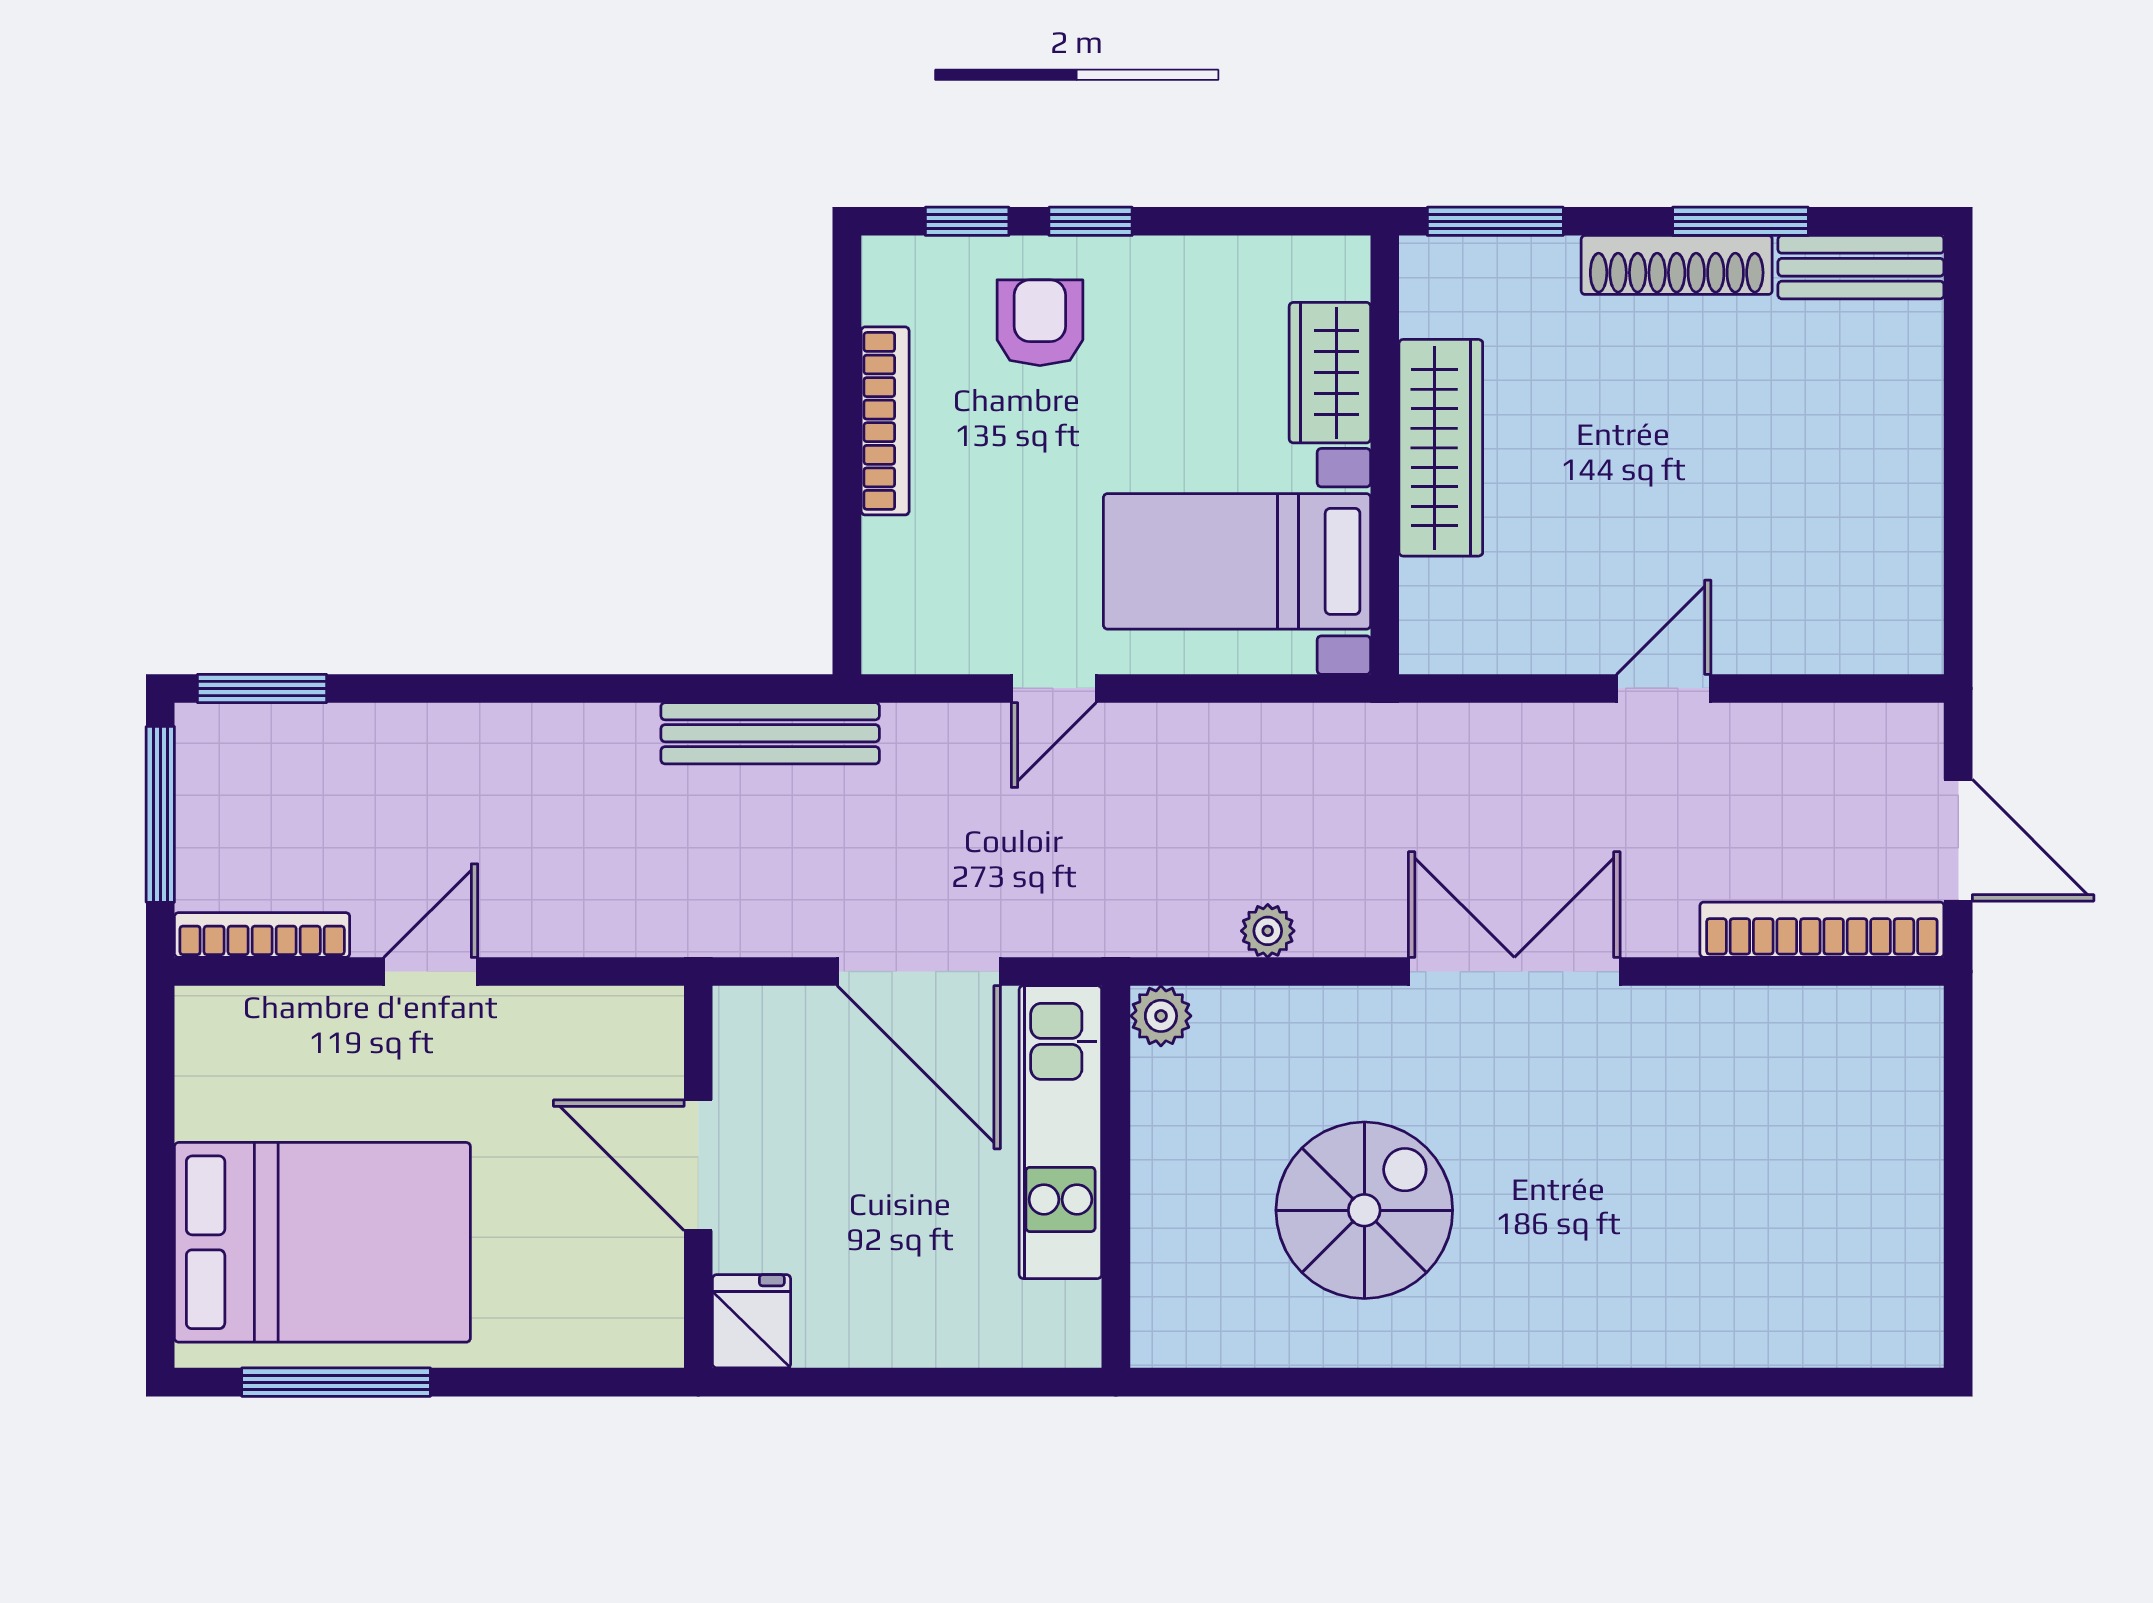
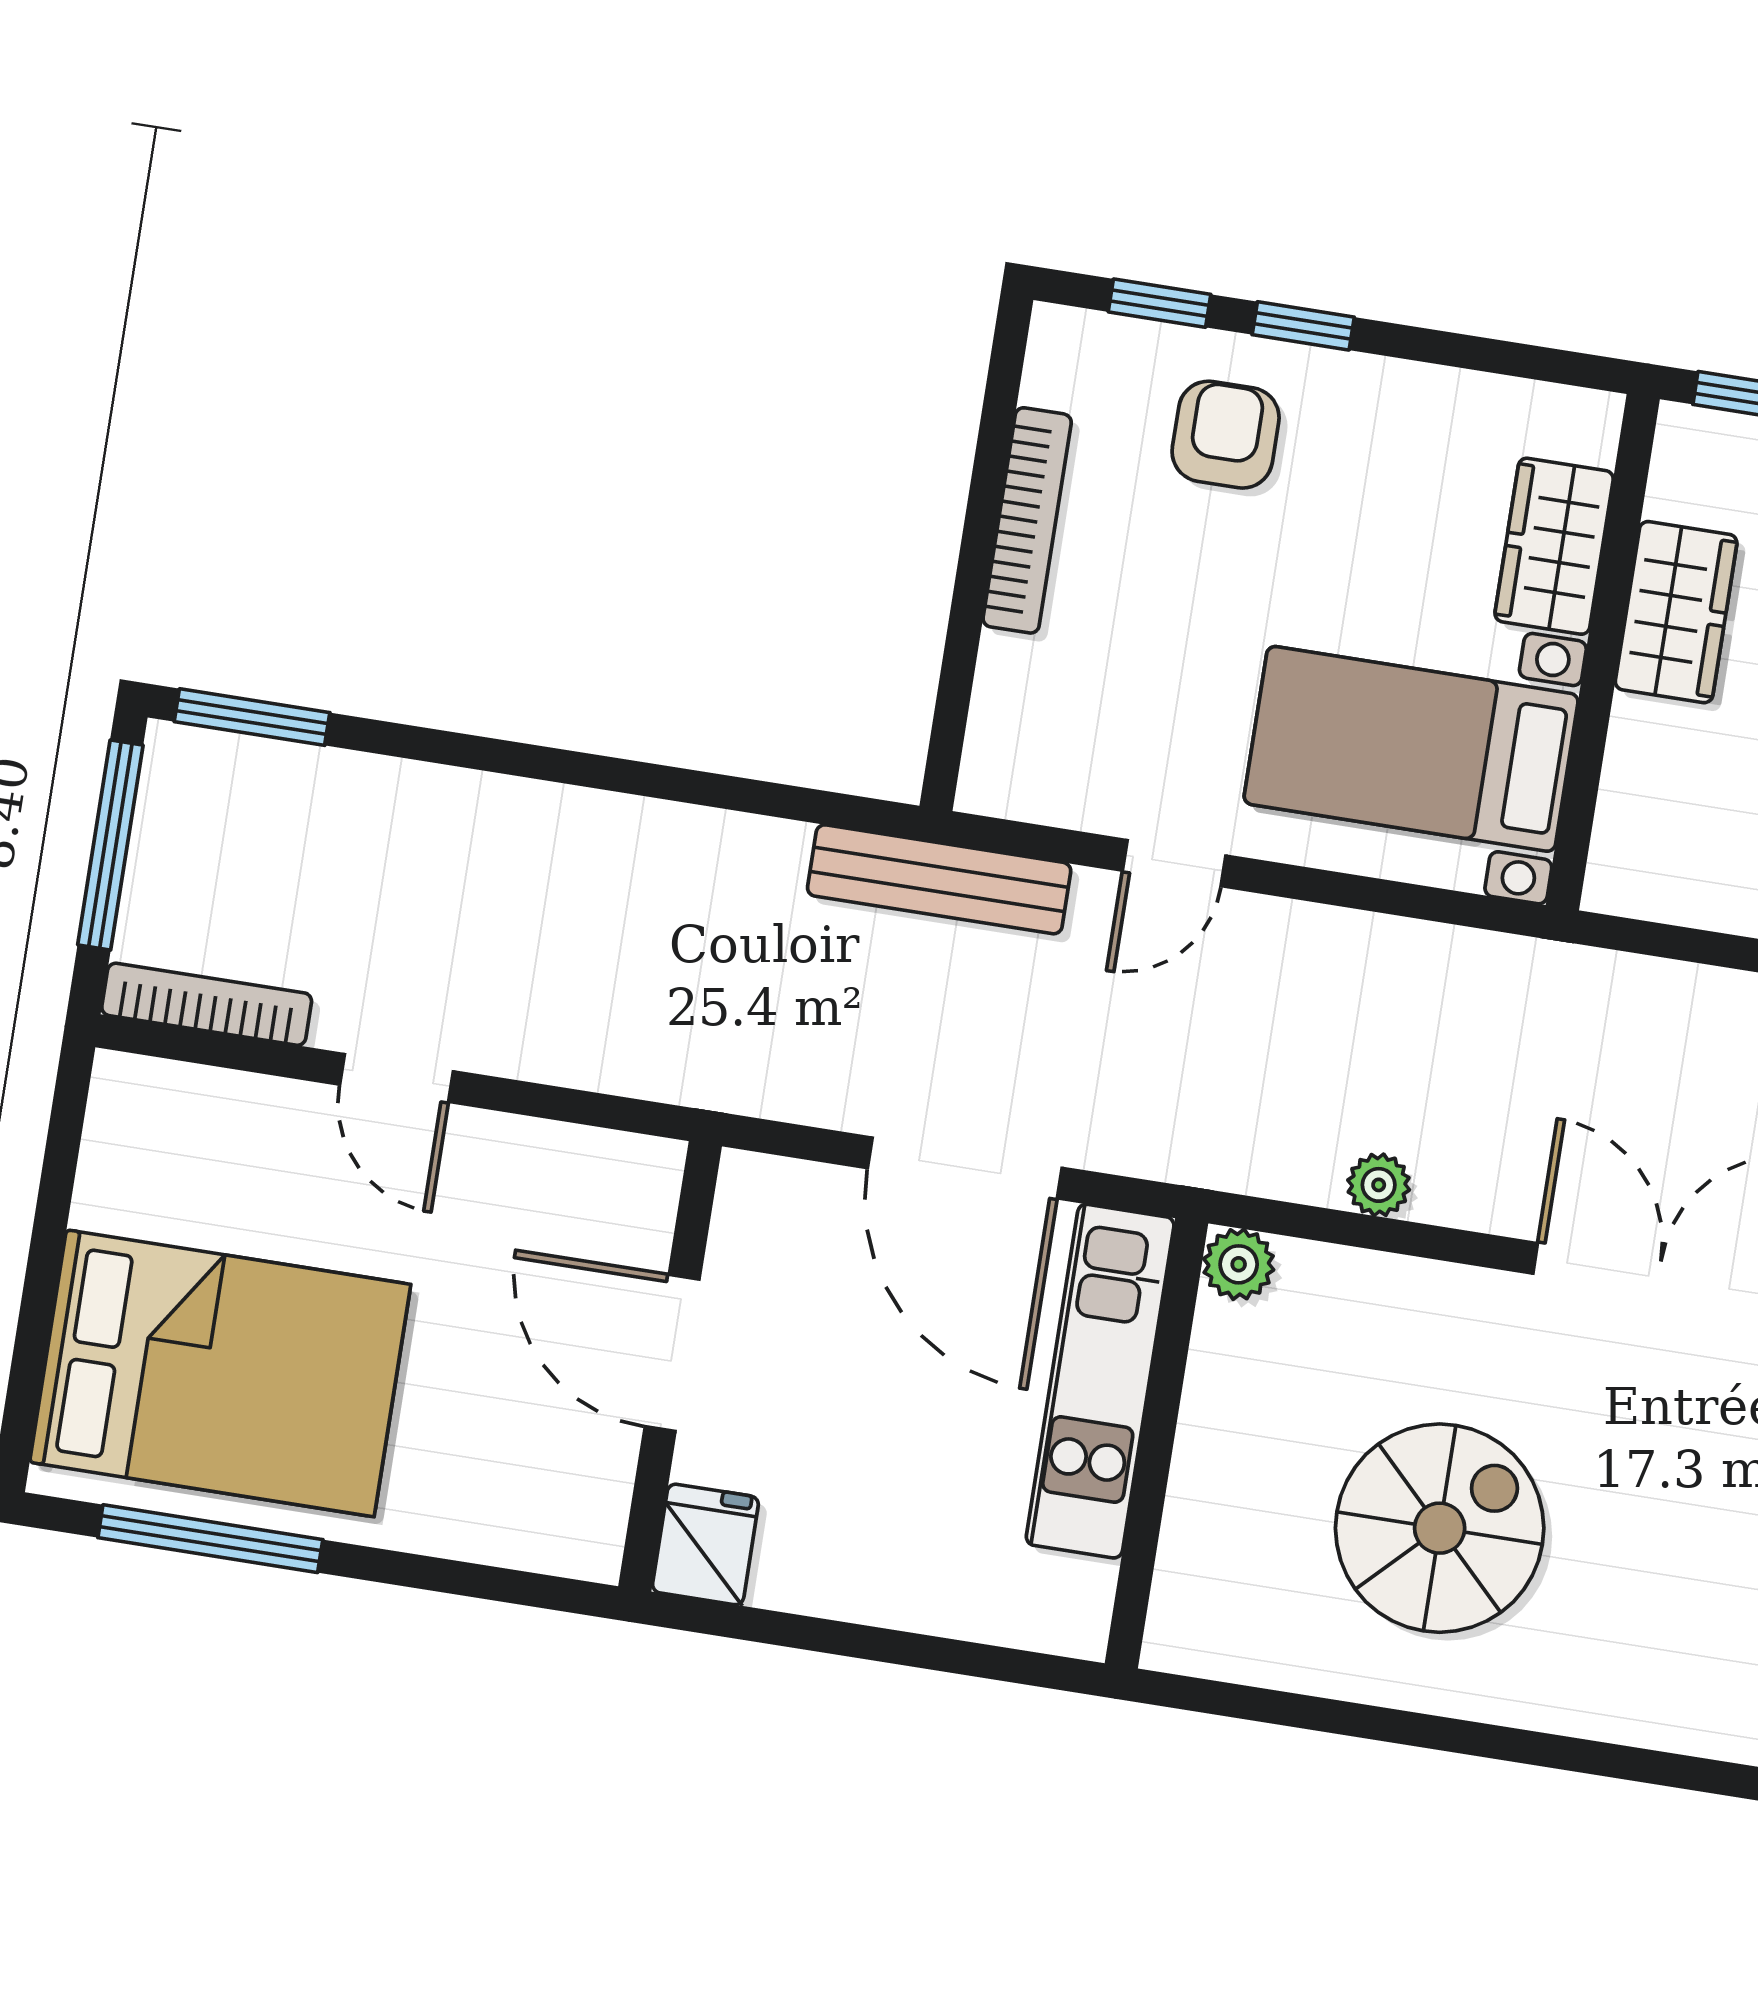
wardrobe: (1441, 448) -> (1676, 612), width x0.67
bench: (770, 733) -> (939, 879), moved
door: (431, 972) -> (396, 1078), swing flipped

